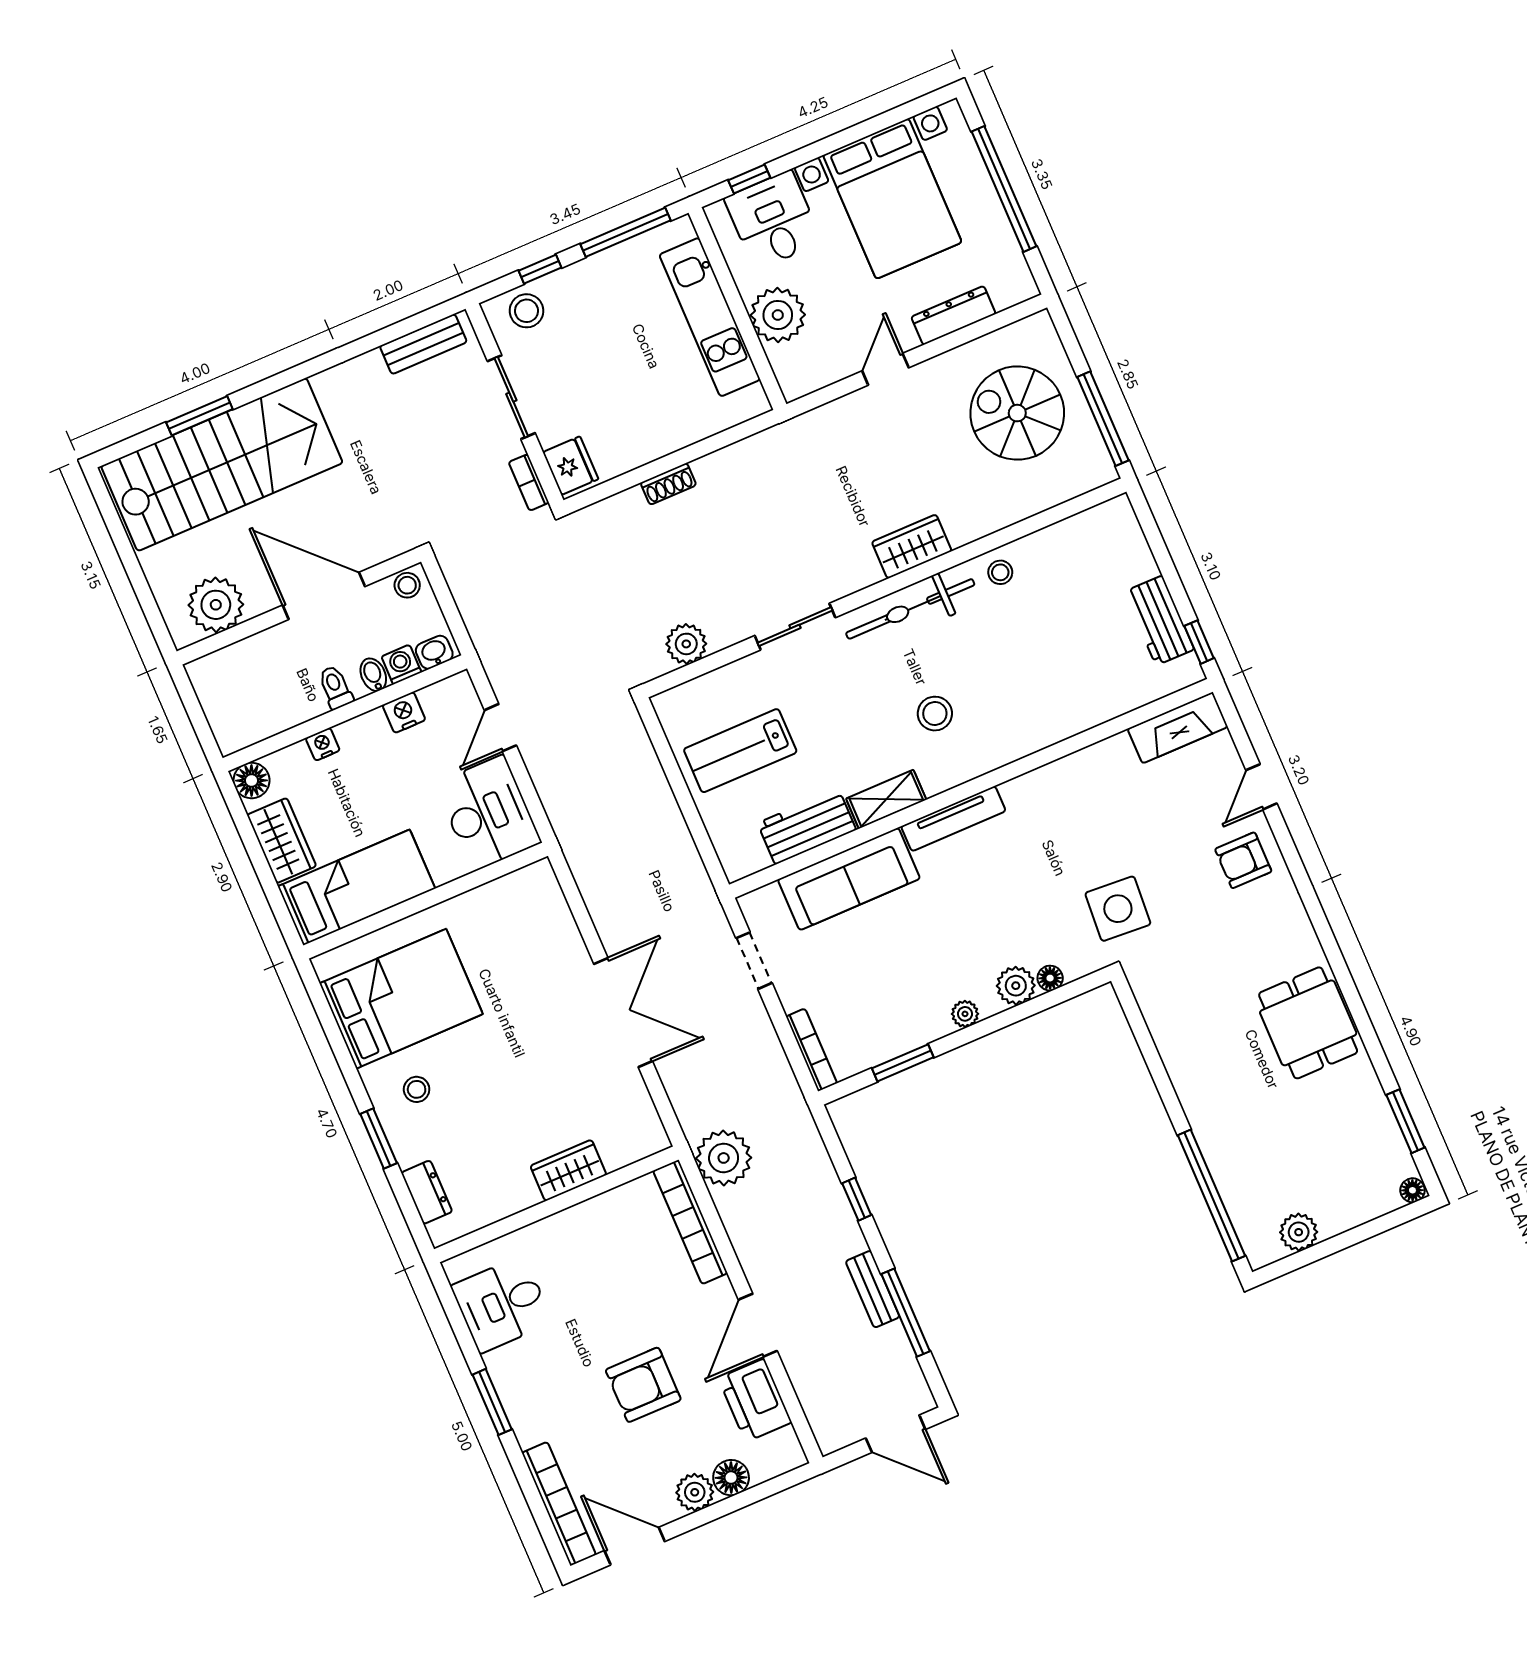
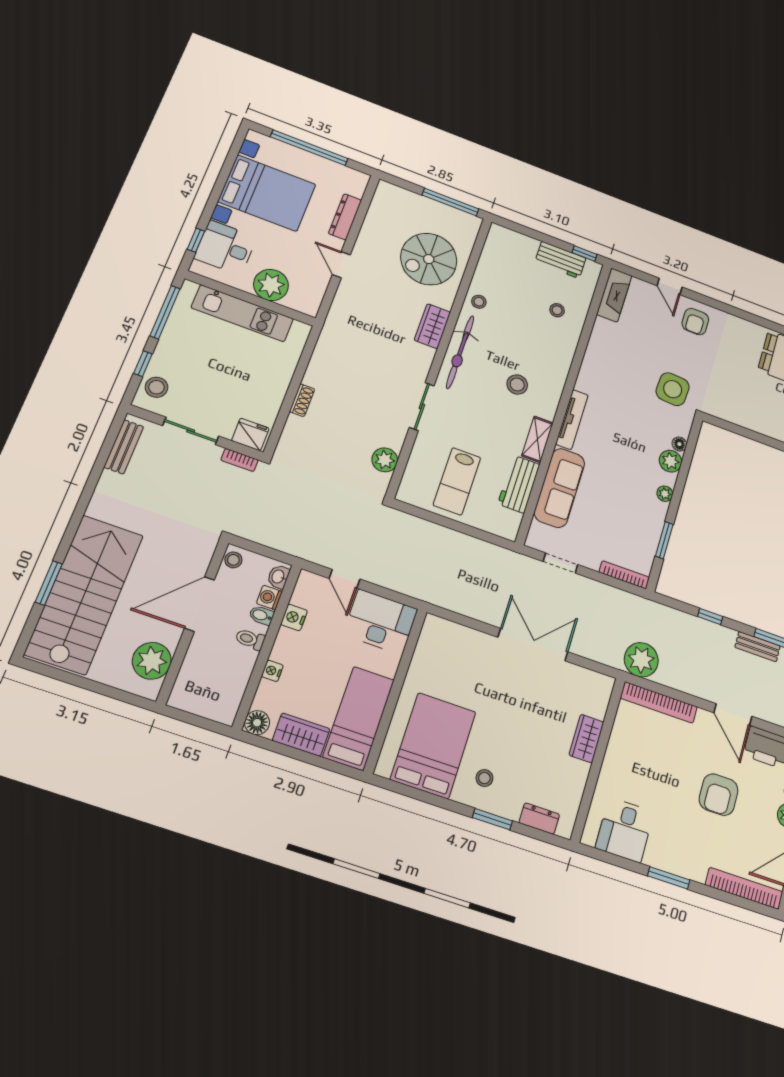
spiral stairs: (1017, 413) -> (429, 259), moved
stool: (1084, 676) -> (557, 310), added

